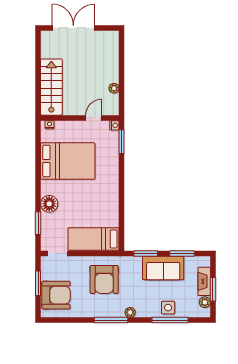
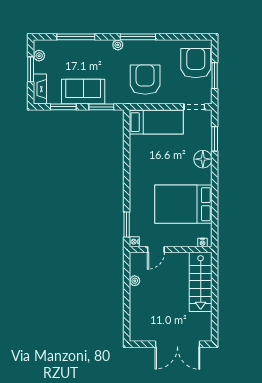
fireplace: (204, 281) -> (40, 89), moved
armchair: (56, 295) -> (196, 63), turned 90
side table: (168, 308) -> (78, 50), removed

